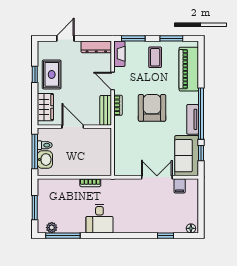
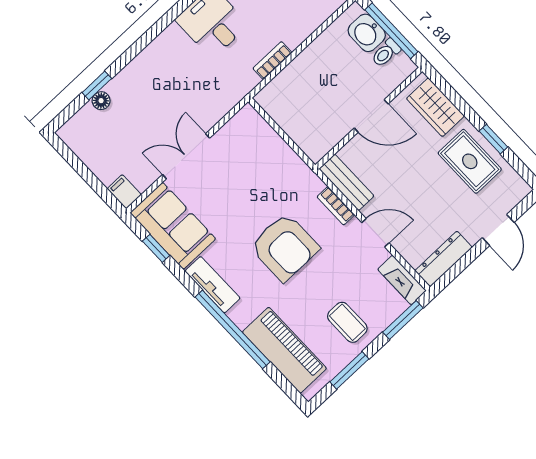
window: (201, 114) -> (233, 329), moved
double door: (157, 177) -> (186, 156), swing flipped
filing cabinet: (180, 186) -> (124, 192), moved
floor lamp: (191, 228) -> (101, 101), moved

